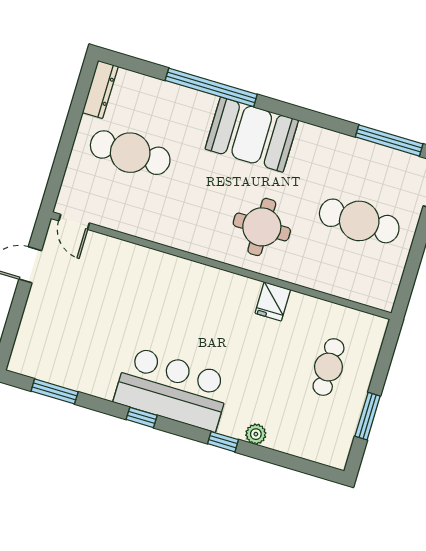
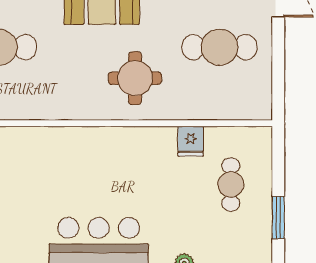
fridge: (273, 301) -> (191, 141), moved

